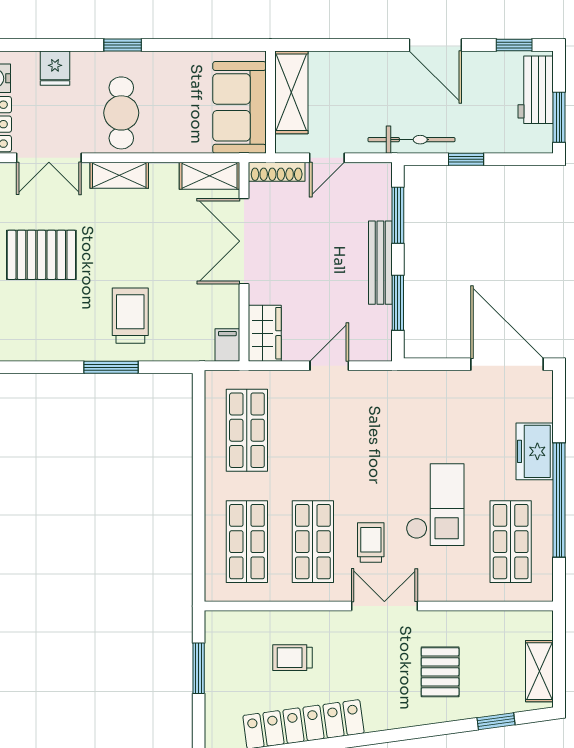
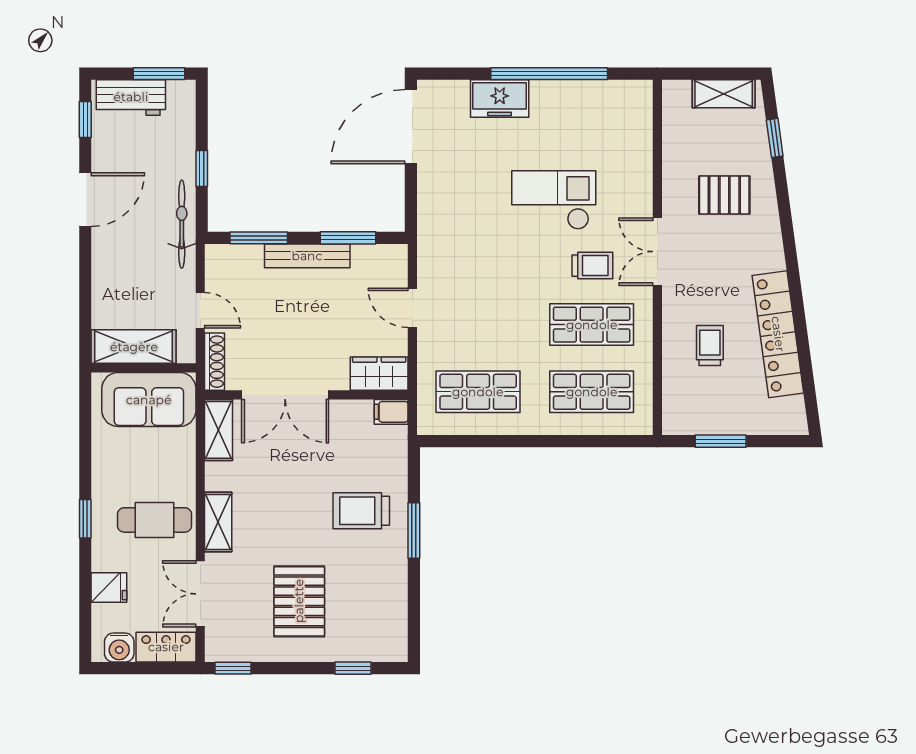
double door: (49, 158) -> (200, 594), swing flipped
trolley: (371, 542) -> (592, 266), turned 180
shop shelf: (511, 542) -> (592, 123), removed
trolley: (292, 658) -> (710, 345), turned 180

